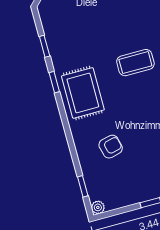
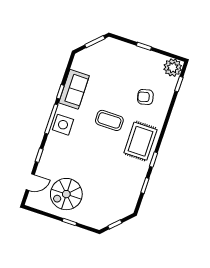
coffee table: (135, 63) -> (109, 120), moved
plant: (98, 207) -> (173, 68), width x1.87, depth x1.87

